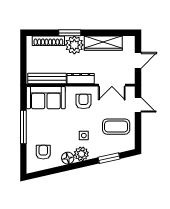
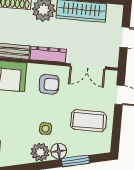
armchair: (84, 101) -> (49, 84), turned 90
floor lamp: (68, 158) -> (59, 151), moved

